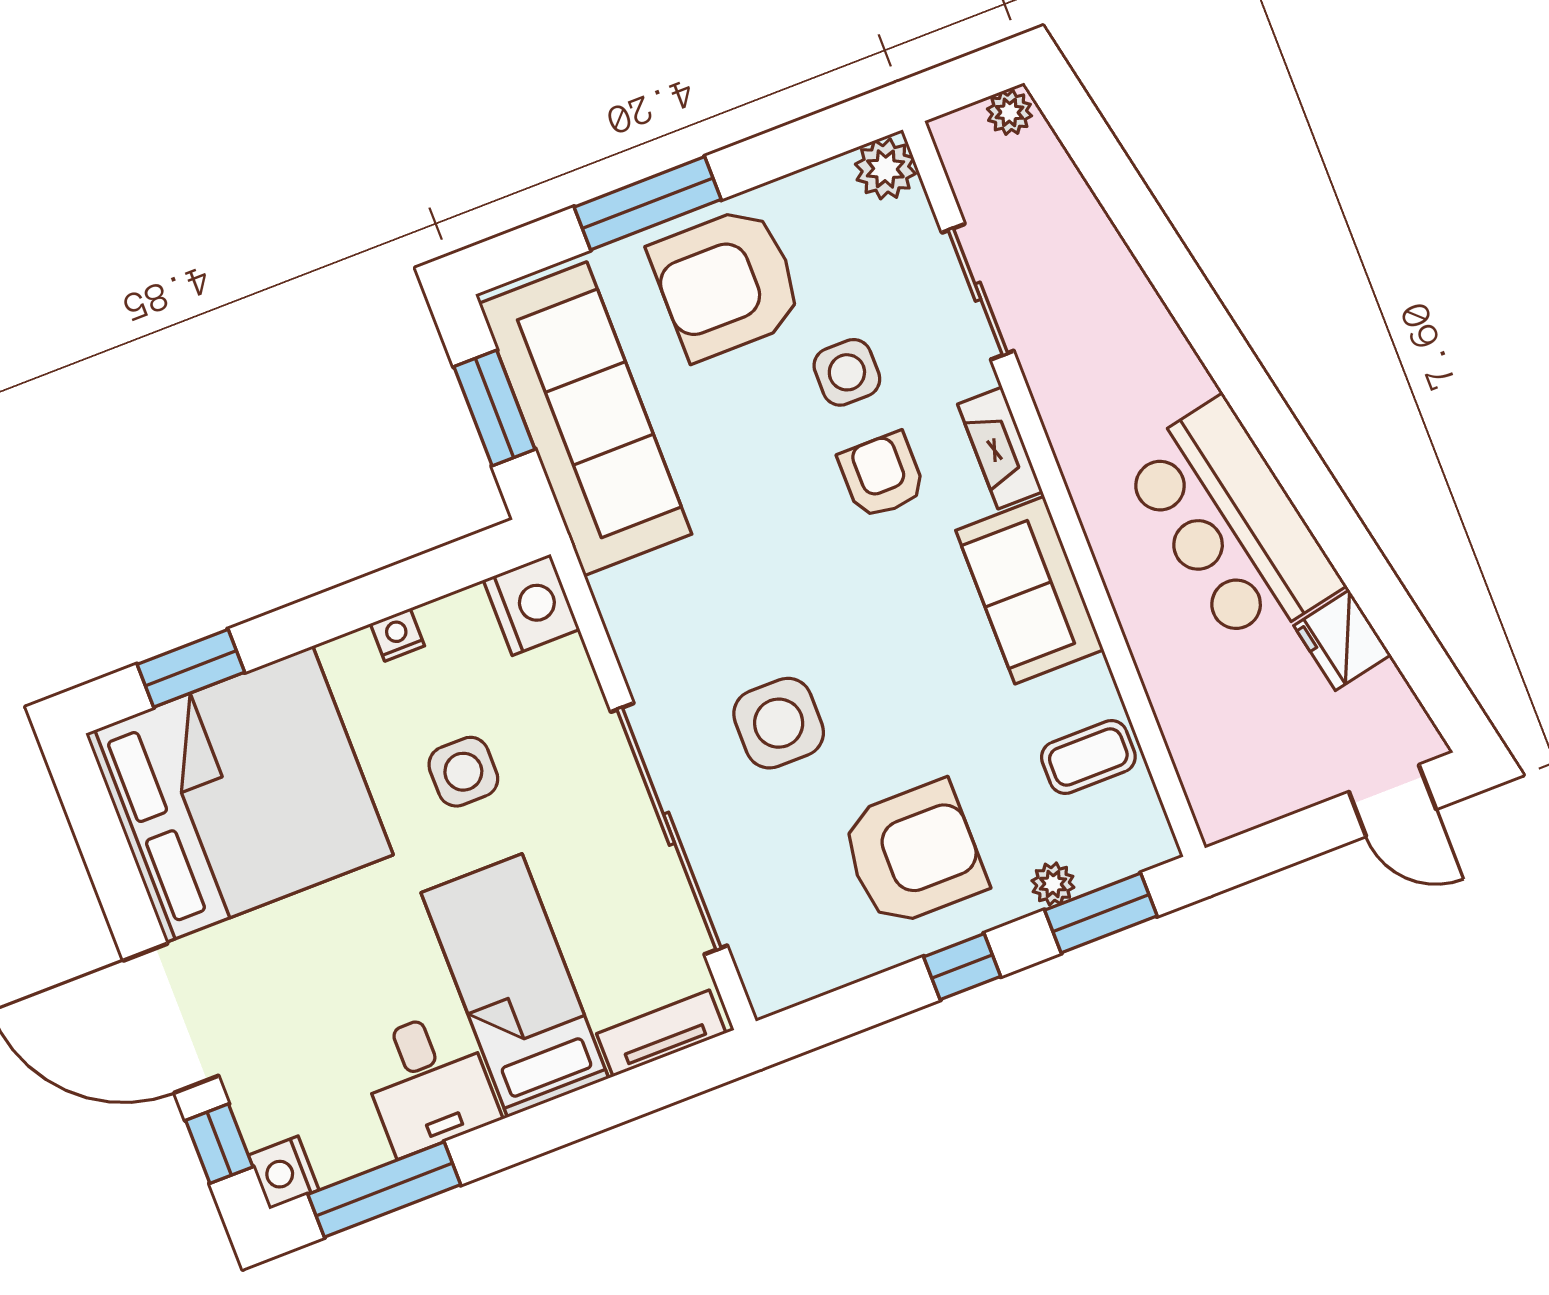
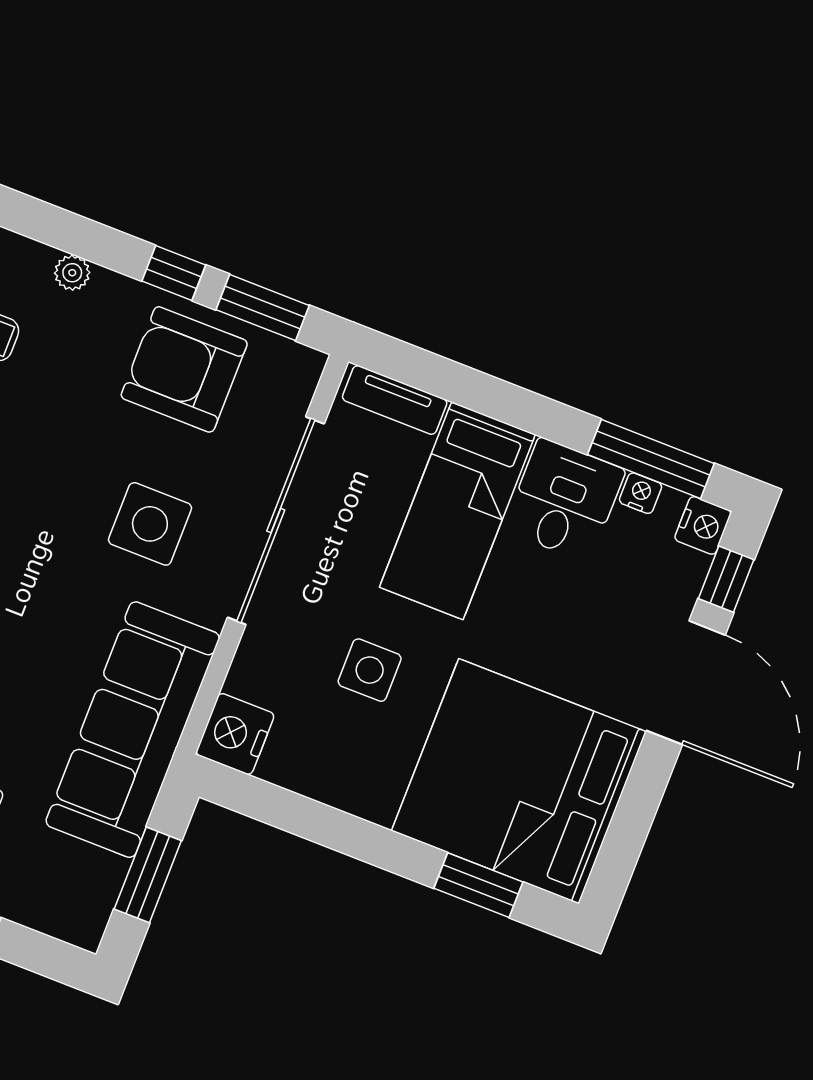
sofa: (585, 419) -> (133, 730), moved
nightstand: (397, 635) -> (641, 493), moved, turned 180
armchair: (913, 854) -> (184, 369), moved
window: (1101, 913) -> (263, 308), moved

